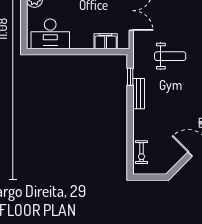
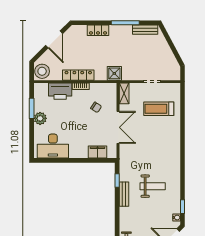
weight bench: (170, 56) -> (153, 186), moved

